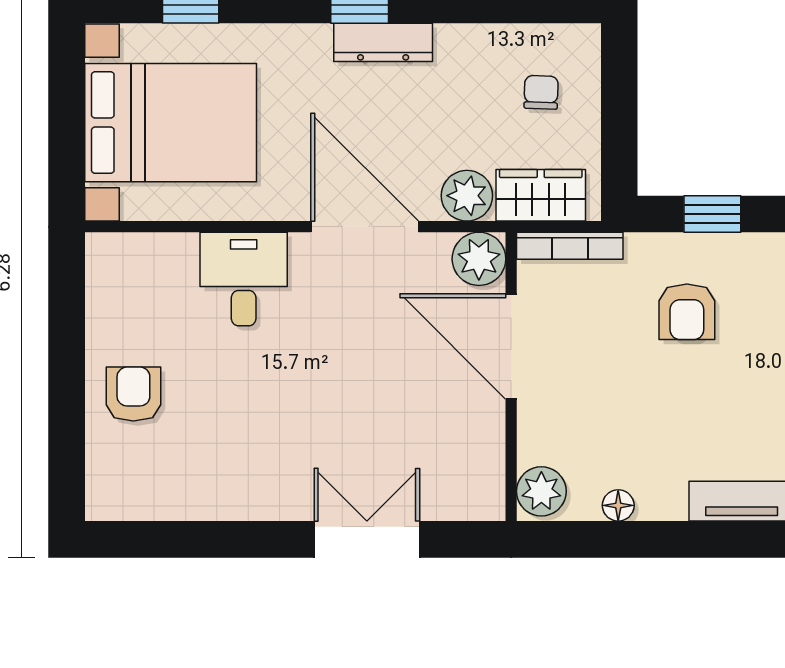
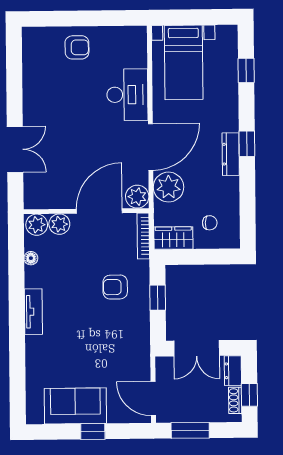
bed with nightstands: (171, 123) -> (184, 62), width x0.73
wardrobe: (541, 195) -> (173, 238), moved, turned -90
plant: (467, 196) -> (168, 187), width x1.36, depth x1.36
desk: (244, 279) -> (127, 95), width x1.37
plant: (540, 439) -> (59, 224), added

